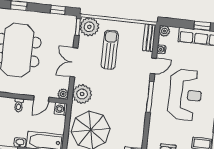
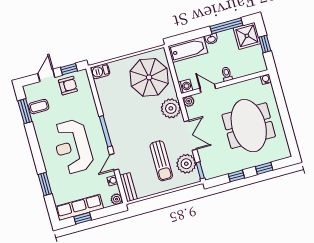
window: (58, 10) -> (236, 176), moved
plant: (89, 27) -> (186, 164), moved
door: (41, 99) -> (208, 88), hinge flipped

